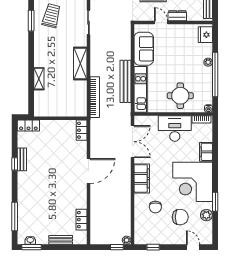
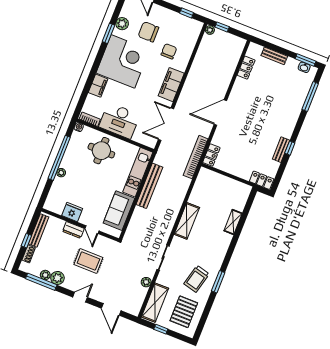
fridge: (205, 35) -> (72, 212), moved, turned -90
bookcase: (95, 97) -> (196, 157), moved

